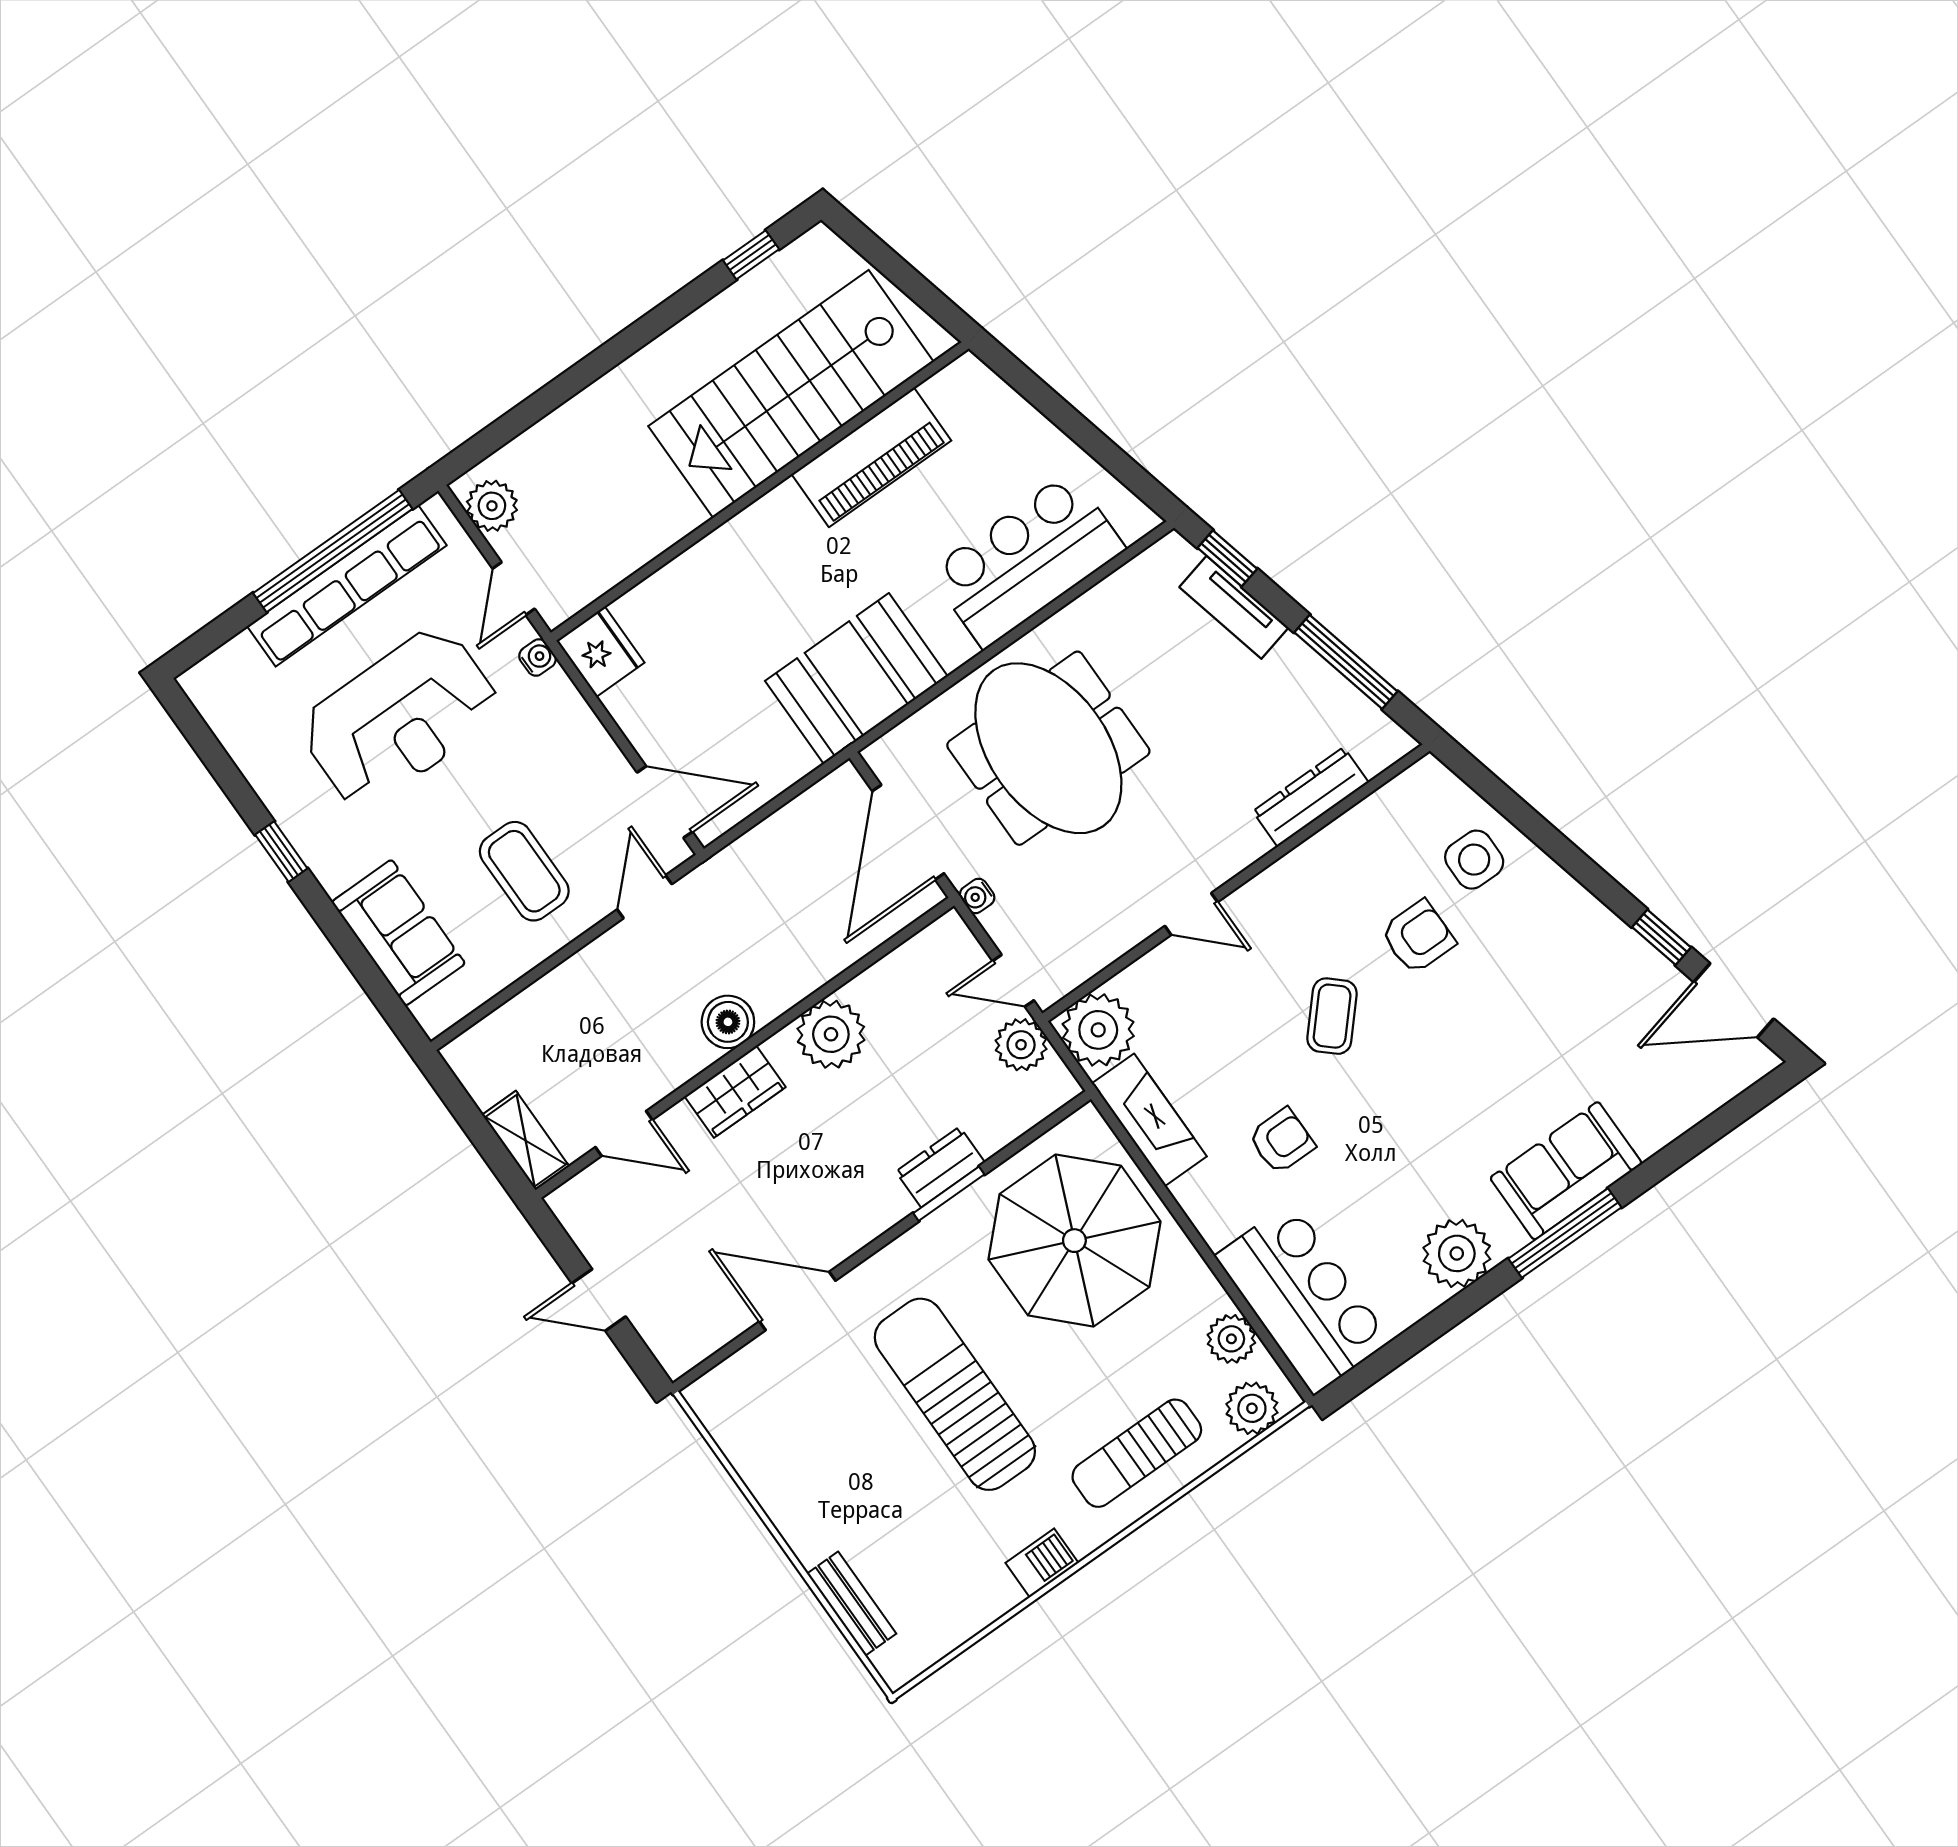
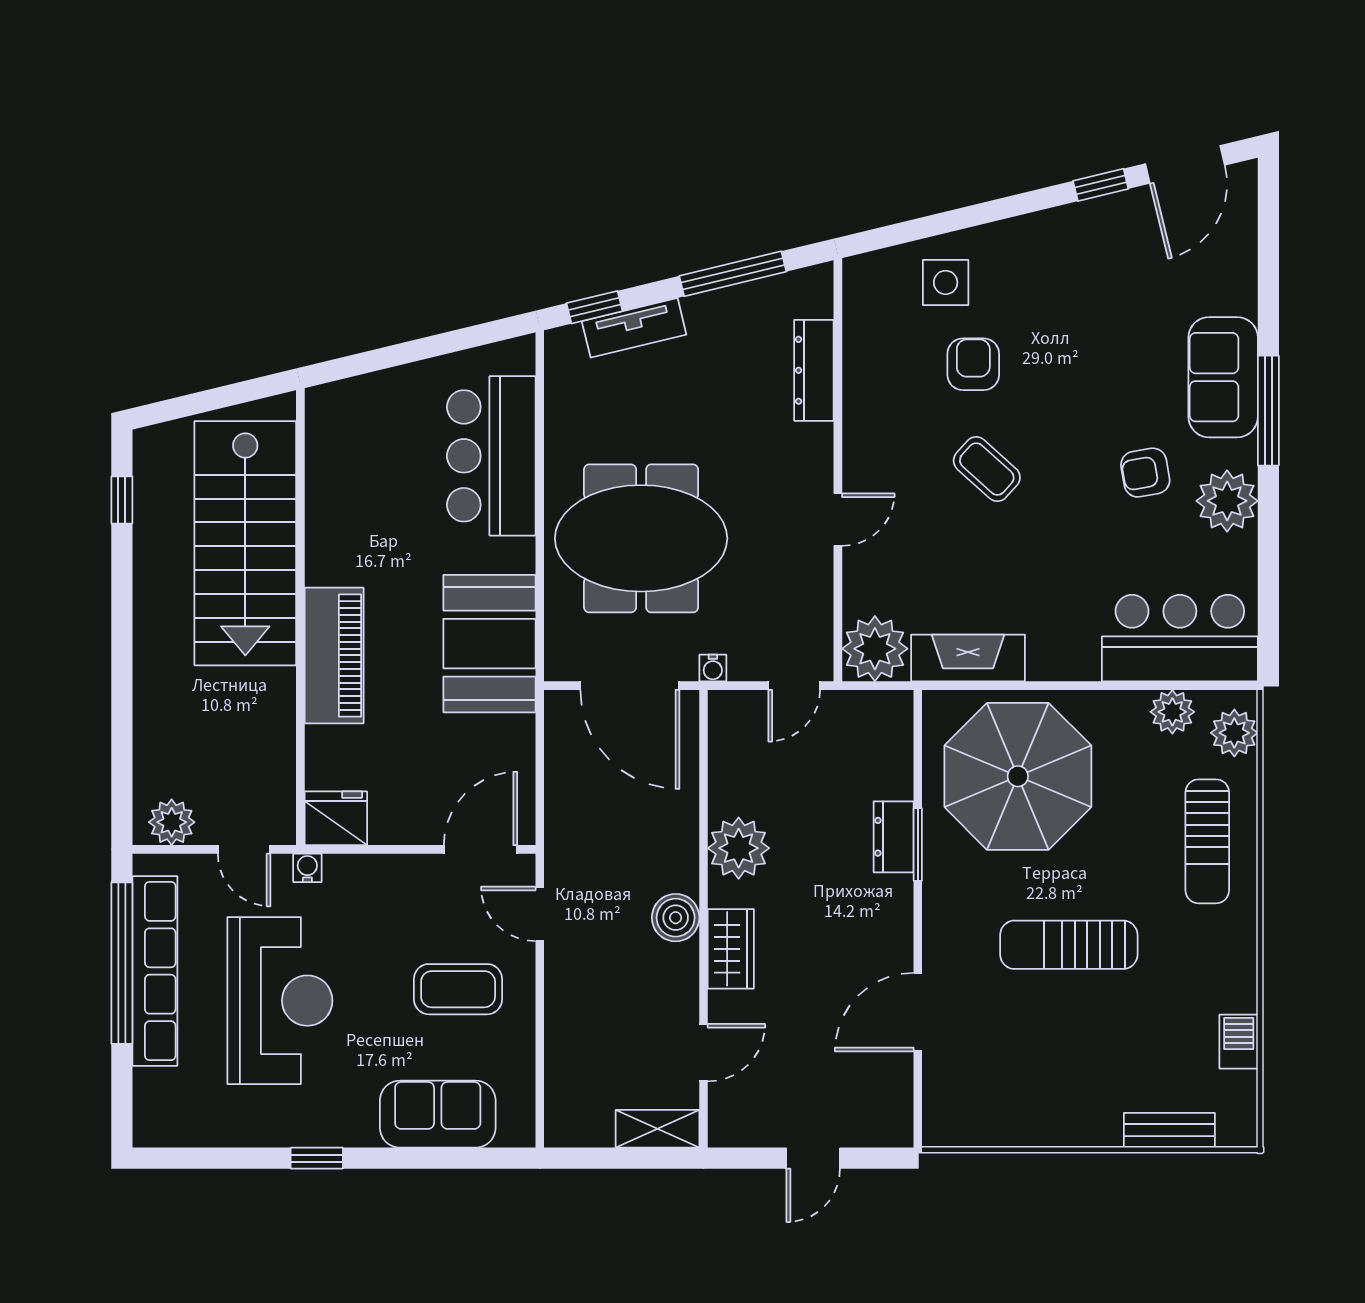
piano: (871, 457) -> (334, 655), moved
plant: (1021, 1045) -> (845, 713), removed
armchair: (1282, 1141) -> (1145, 473), moved, turned -100
sun lounger: (955, 1394) -> (1069, 945), width x0.73, depth x0.75
barbecue: (1042, 1563) -> (1239, 1042), moved

